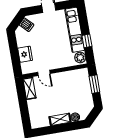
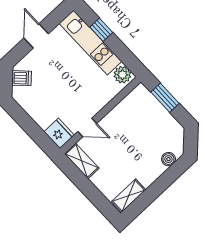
window: (87, 41) -> (101, 30), moved
fridge: (25, 54) -> (59, 133), moved
shelving: (60, 119) -> (129, 196), moved

